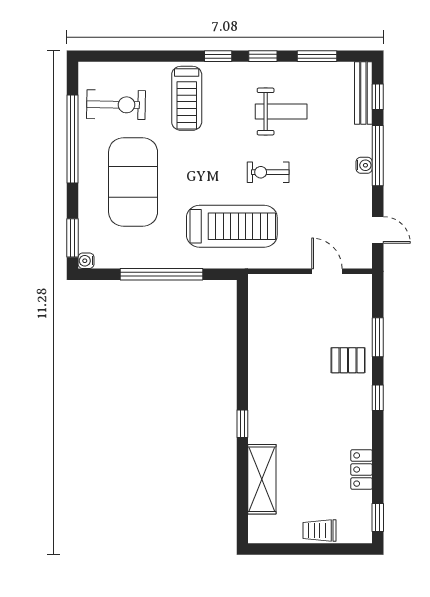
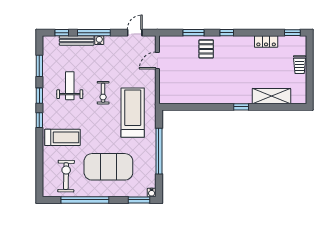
bench: (363, 93) -> (77, 40), moved

